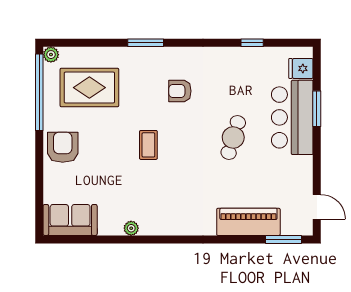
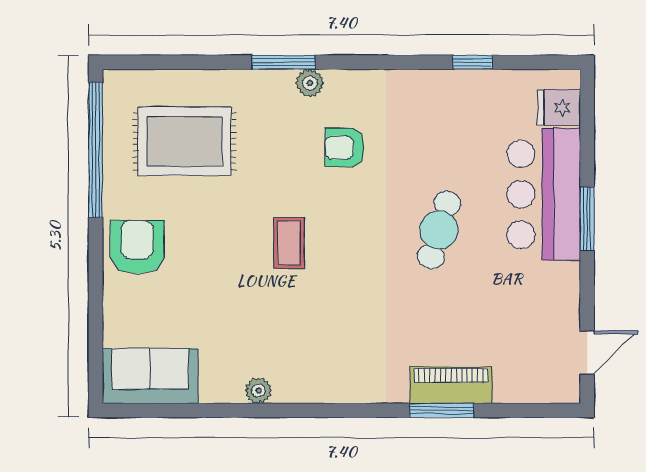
plant: (51, 55) -> (310, 83), moved
window: (317, 109) -> (587, 219), moved
door: (317, 207) -> (587, 353), hinge flipped
piano: (248, 222) -> (451, 385), width x0.73, depth x0.75
window: (283, 239) -> (442, 410), moved

